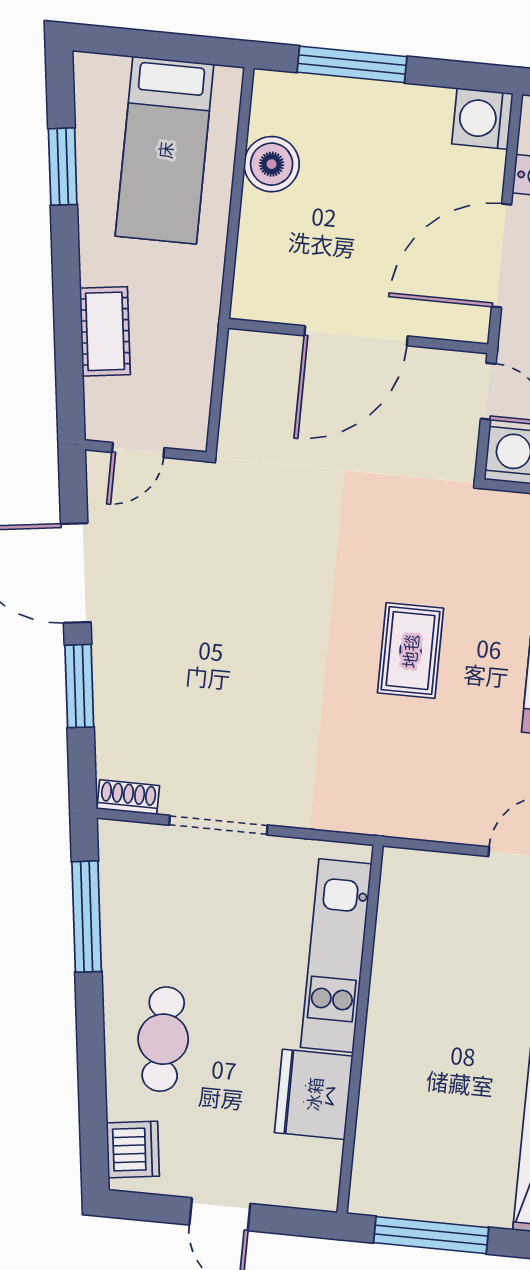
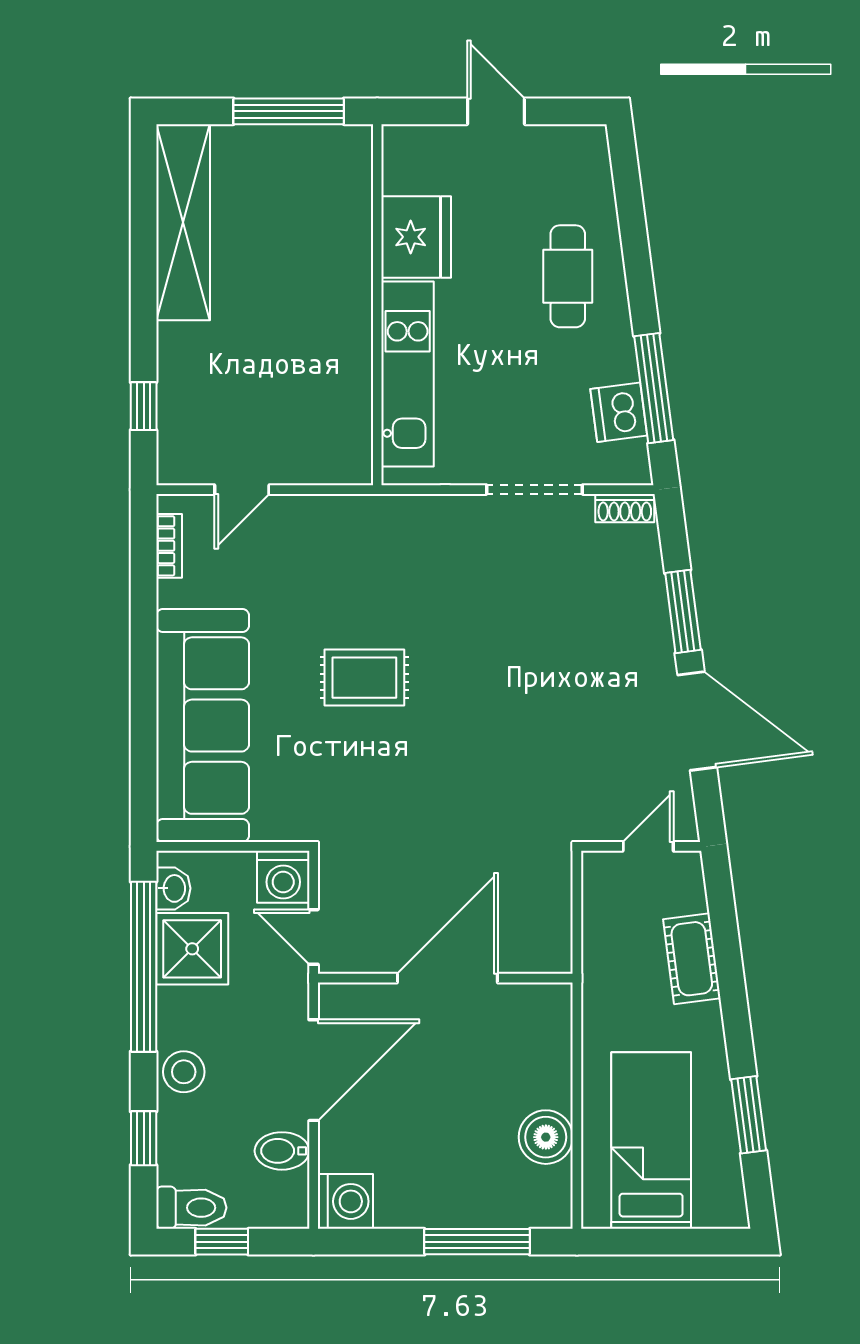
rug: (410, 651) -> (364, 678), turned 90
dishwasher: (133, 1149) -> (619, 412), moved

